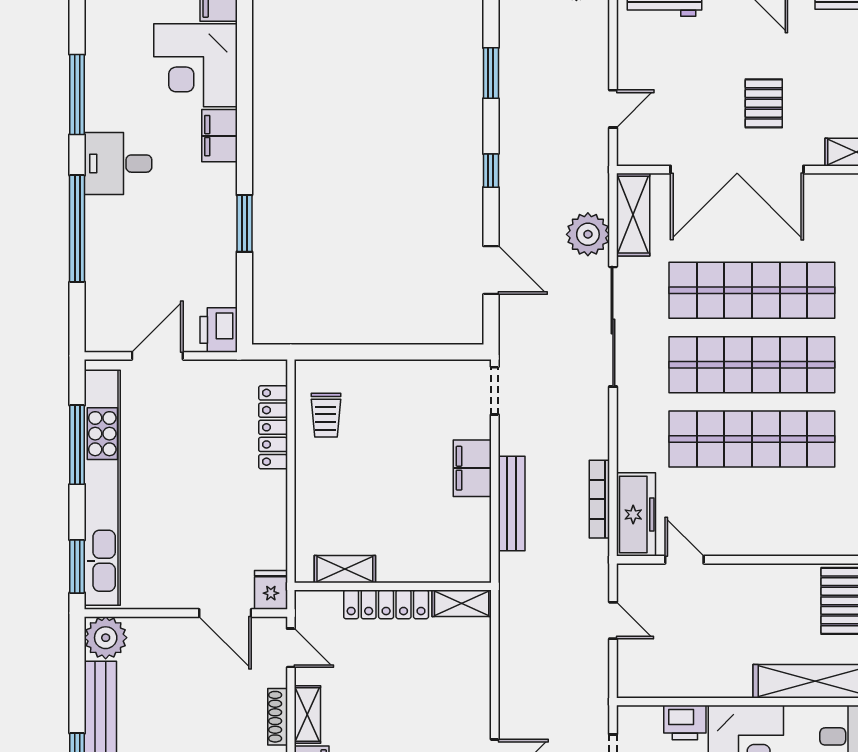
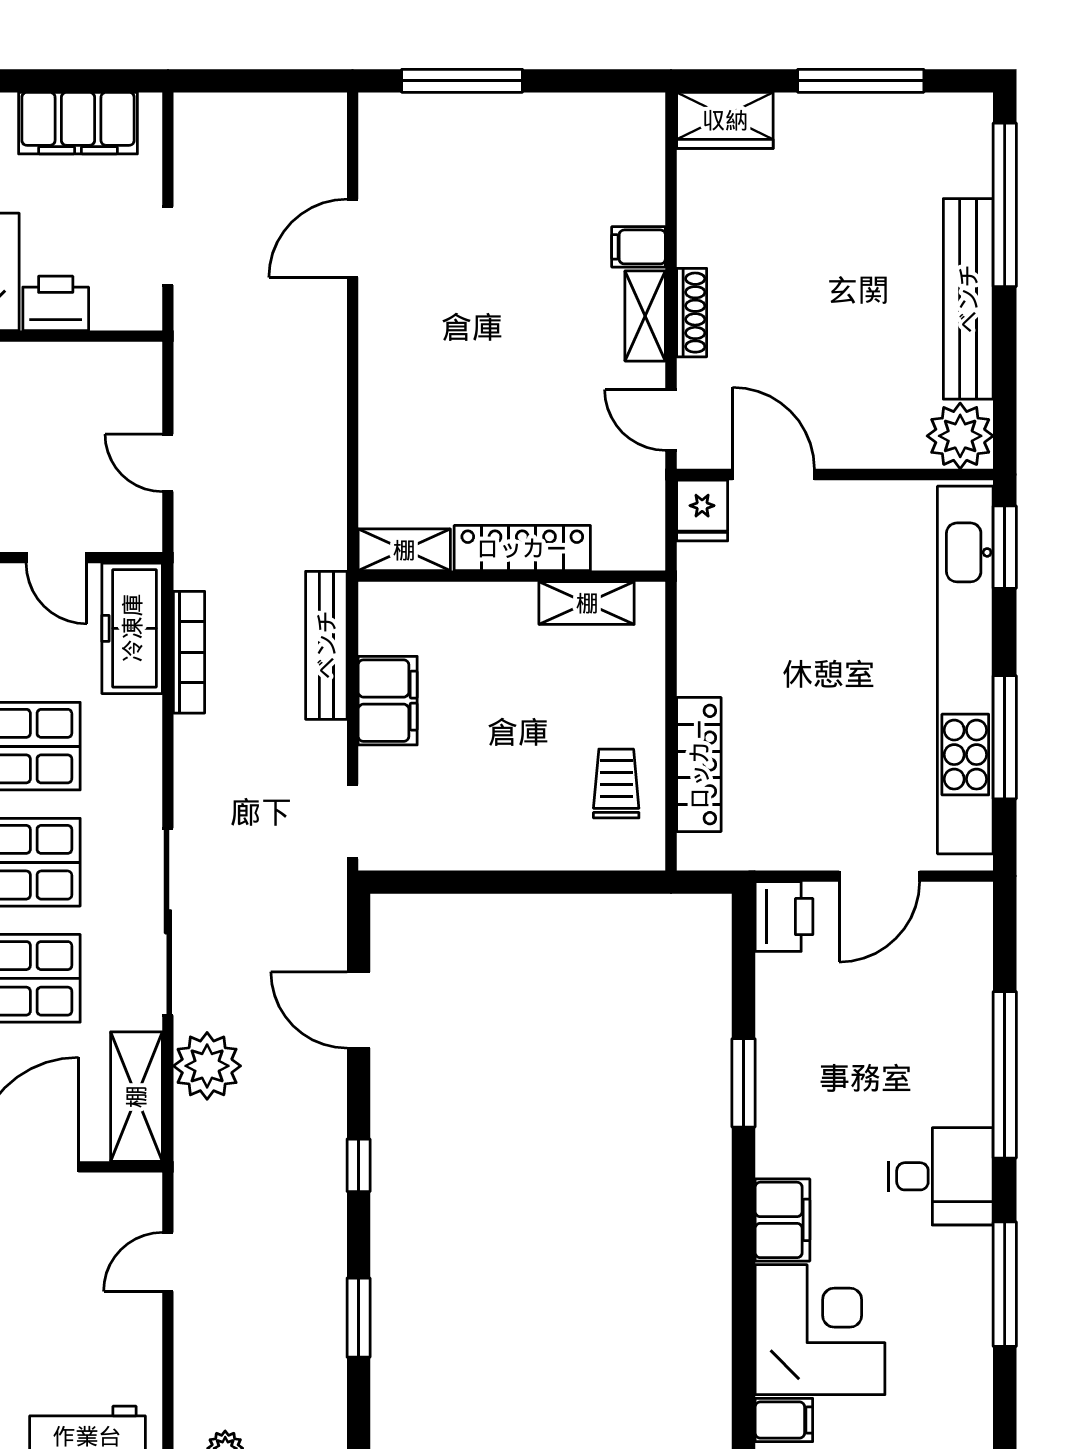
shelving: (345, 569) -> (587, 603), moved
wall: (393, 586) -> (512, 576), moved
shelving: (462, 603) -> (404, 550), moved
locker: (386, 604) -> (522, 548), moved

